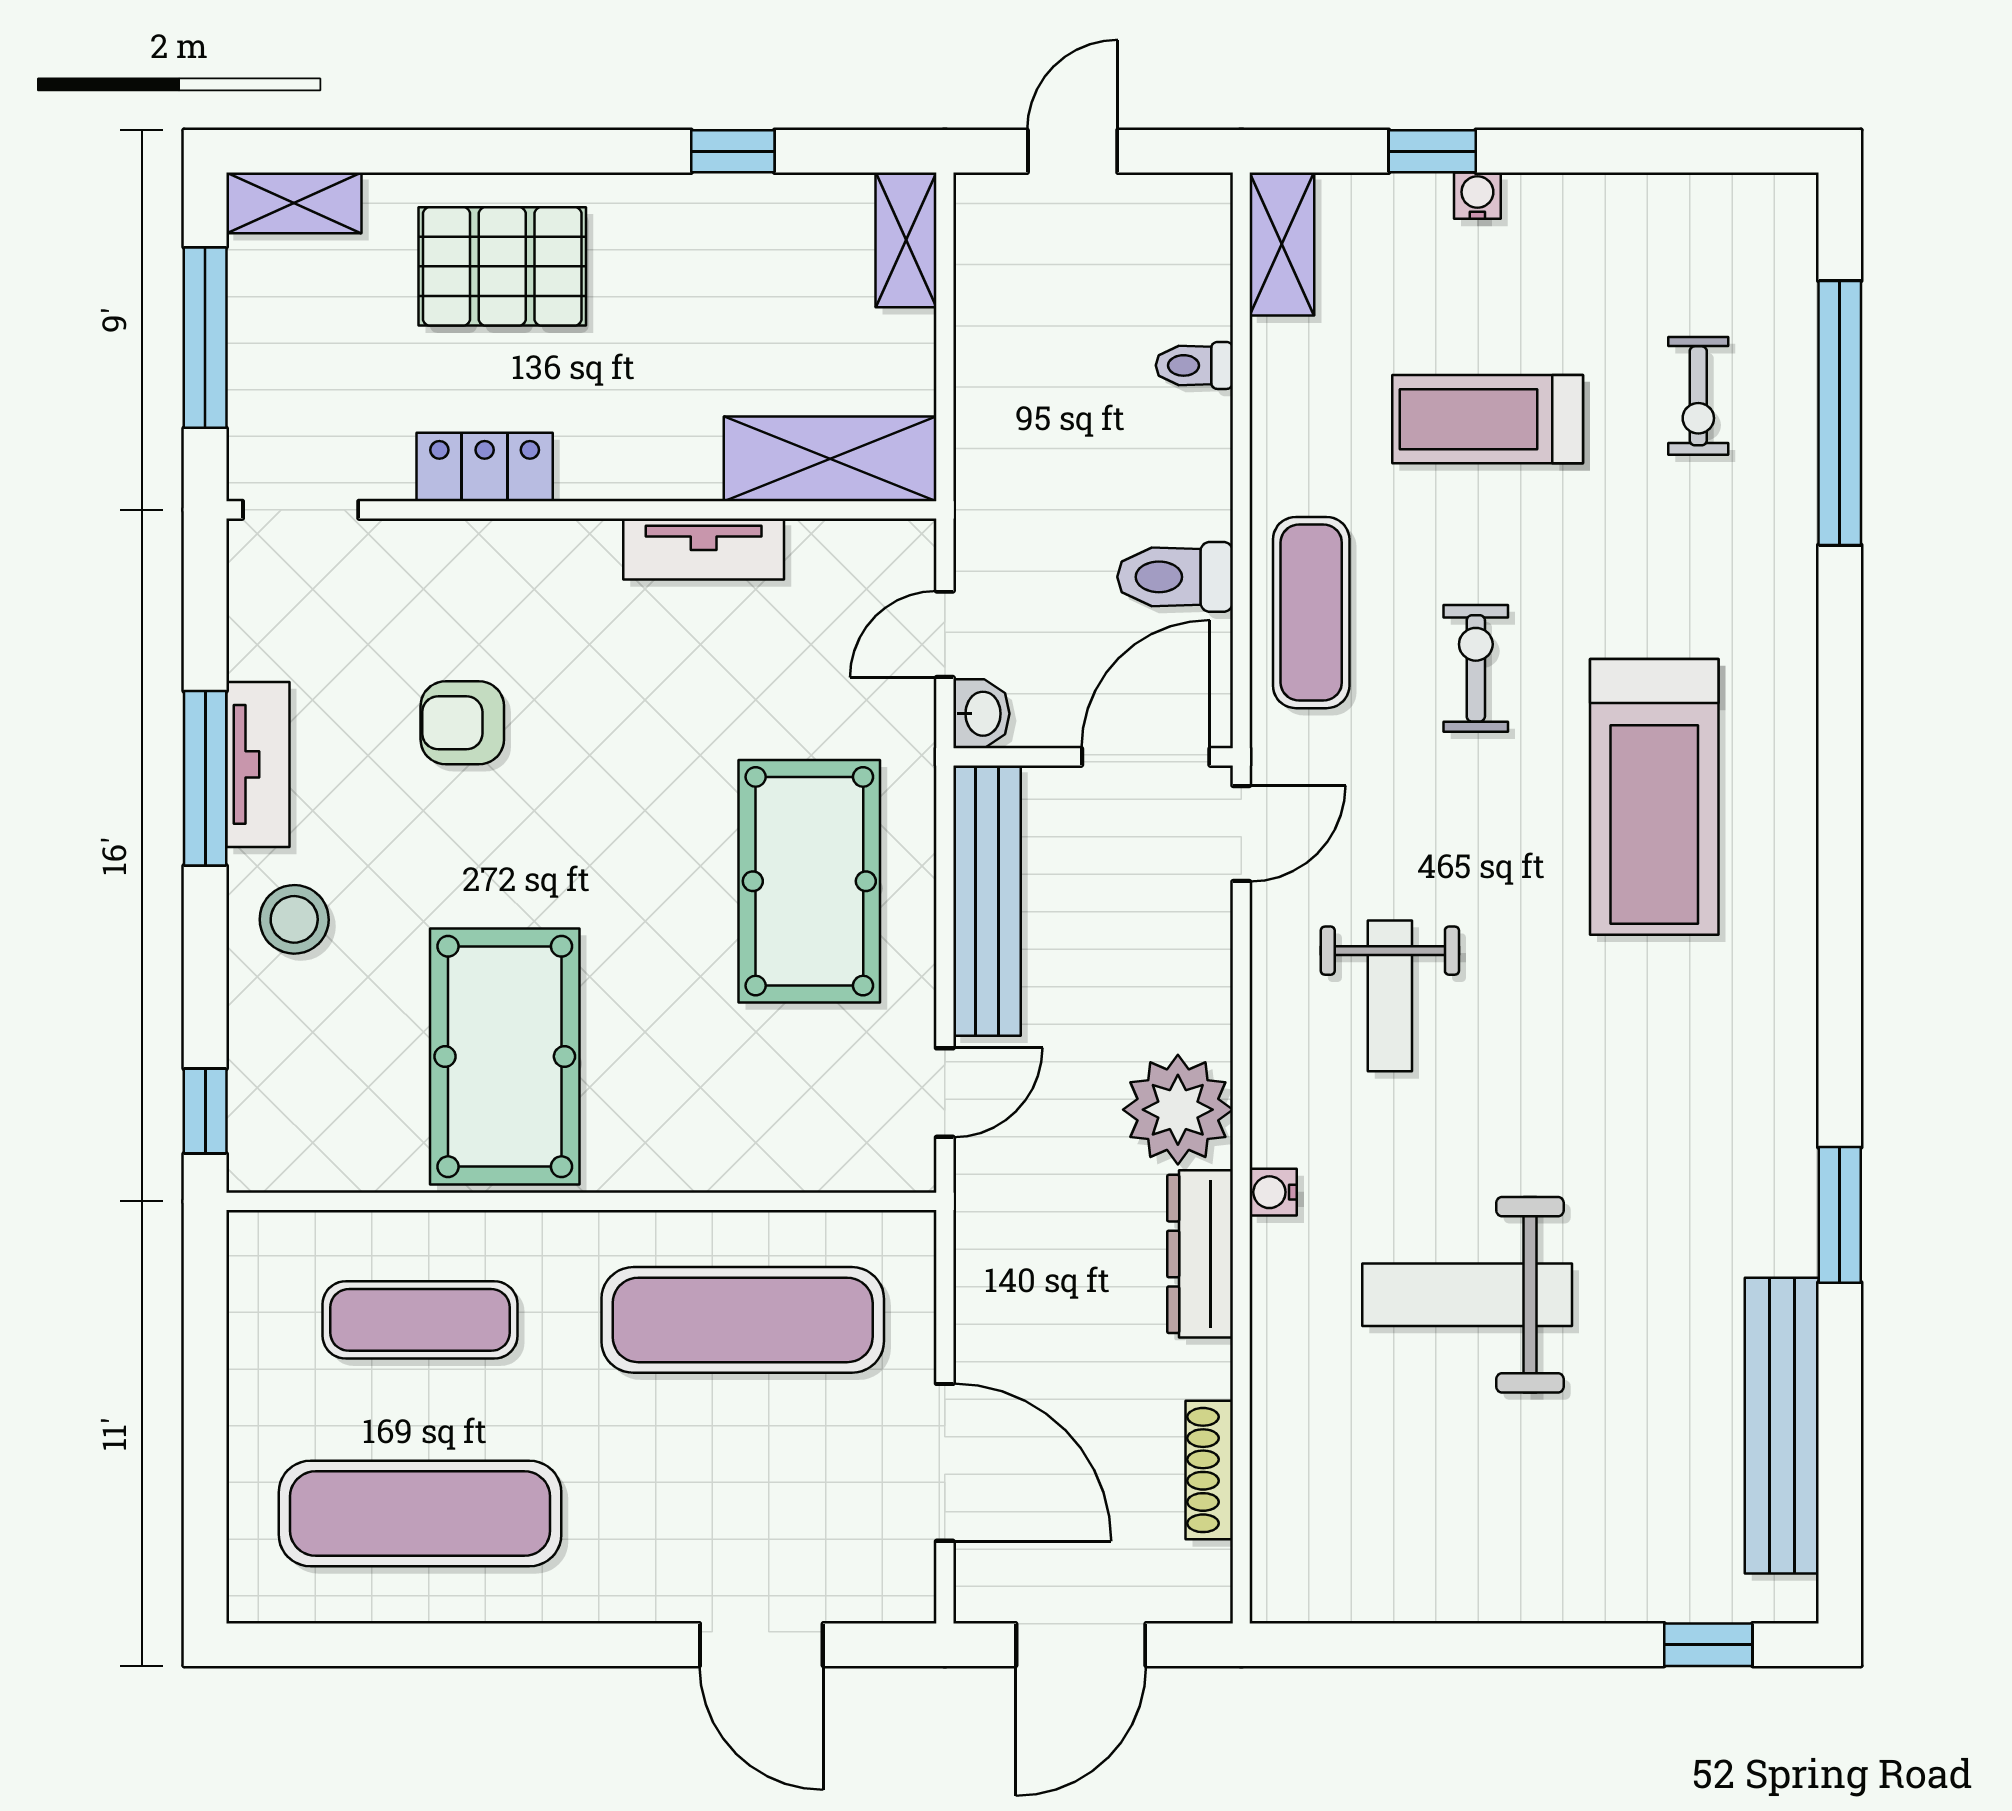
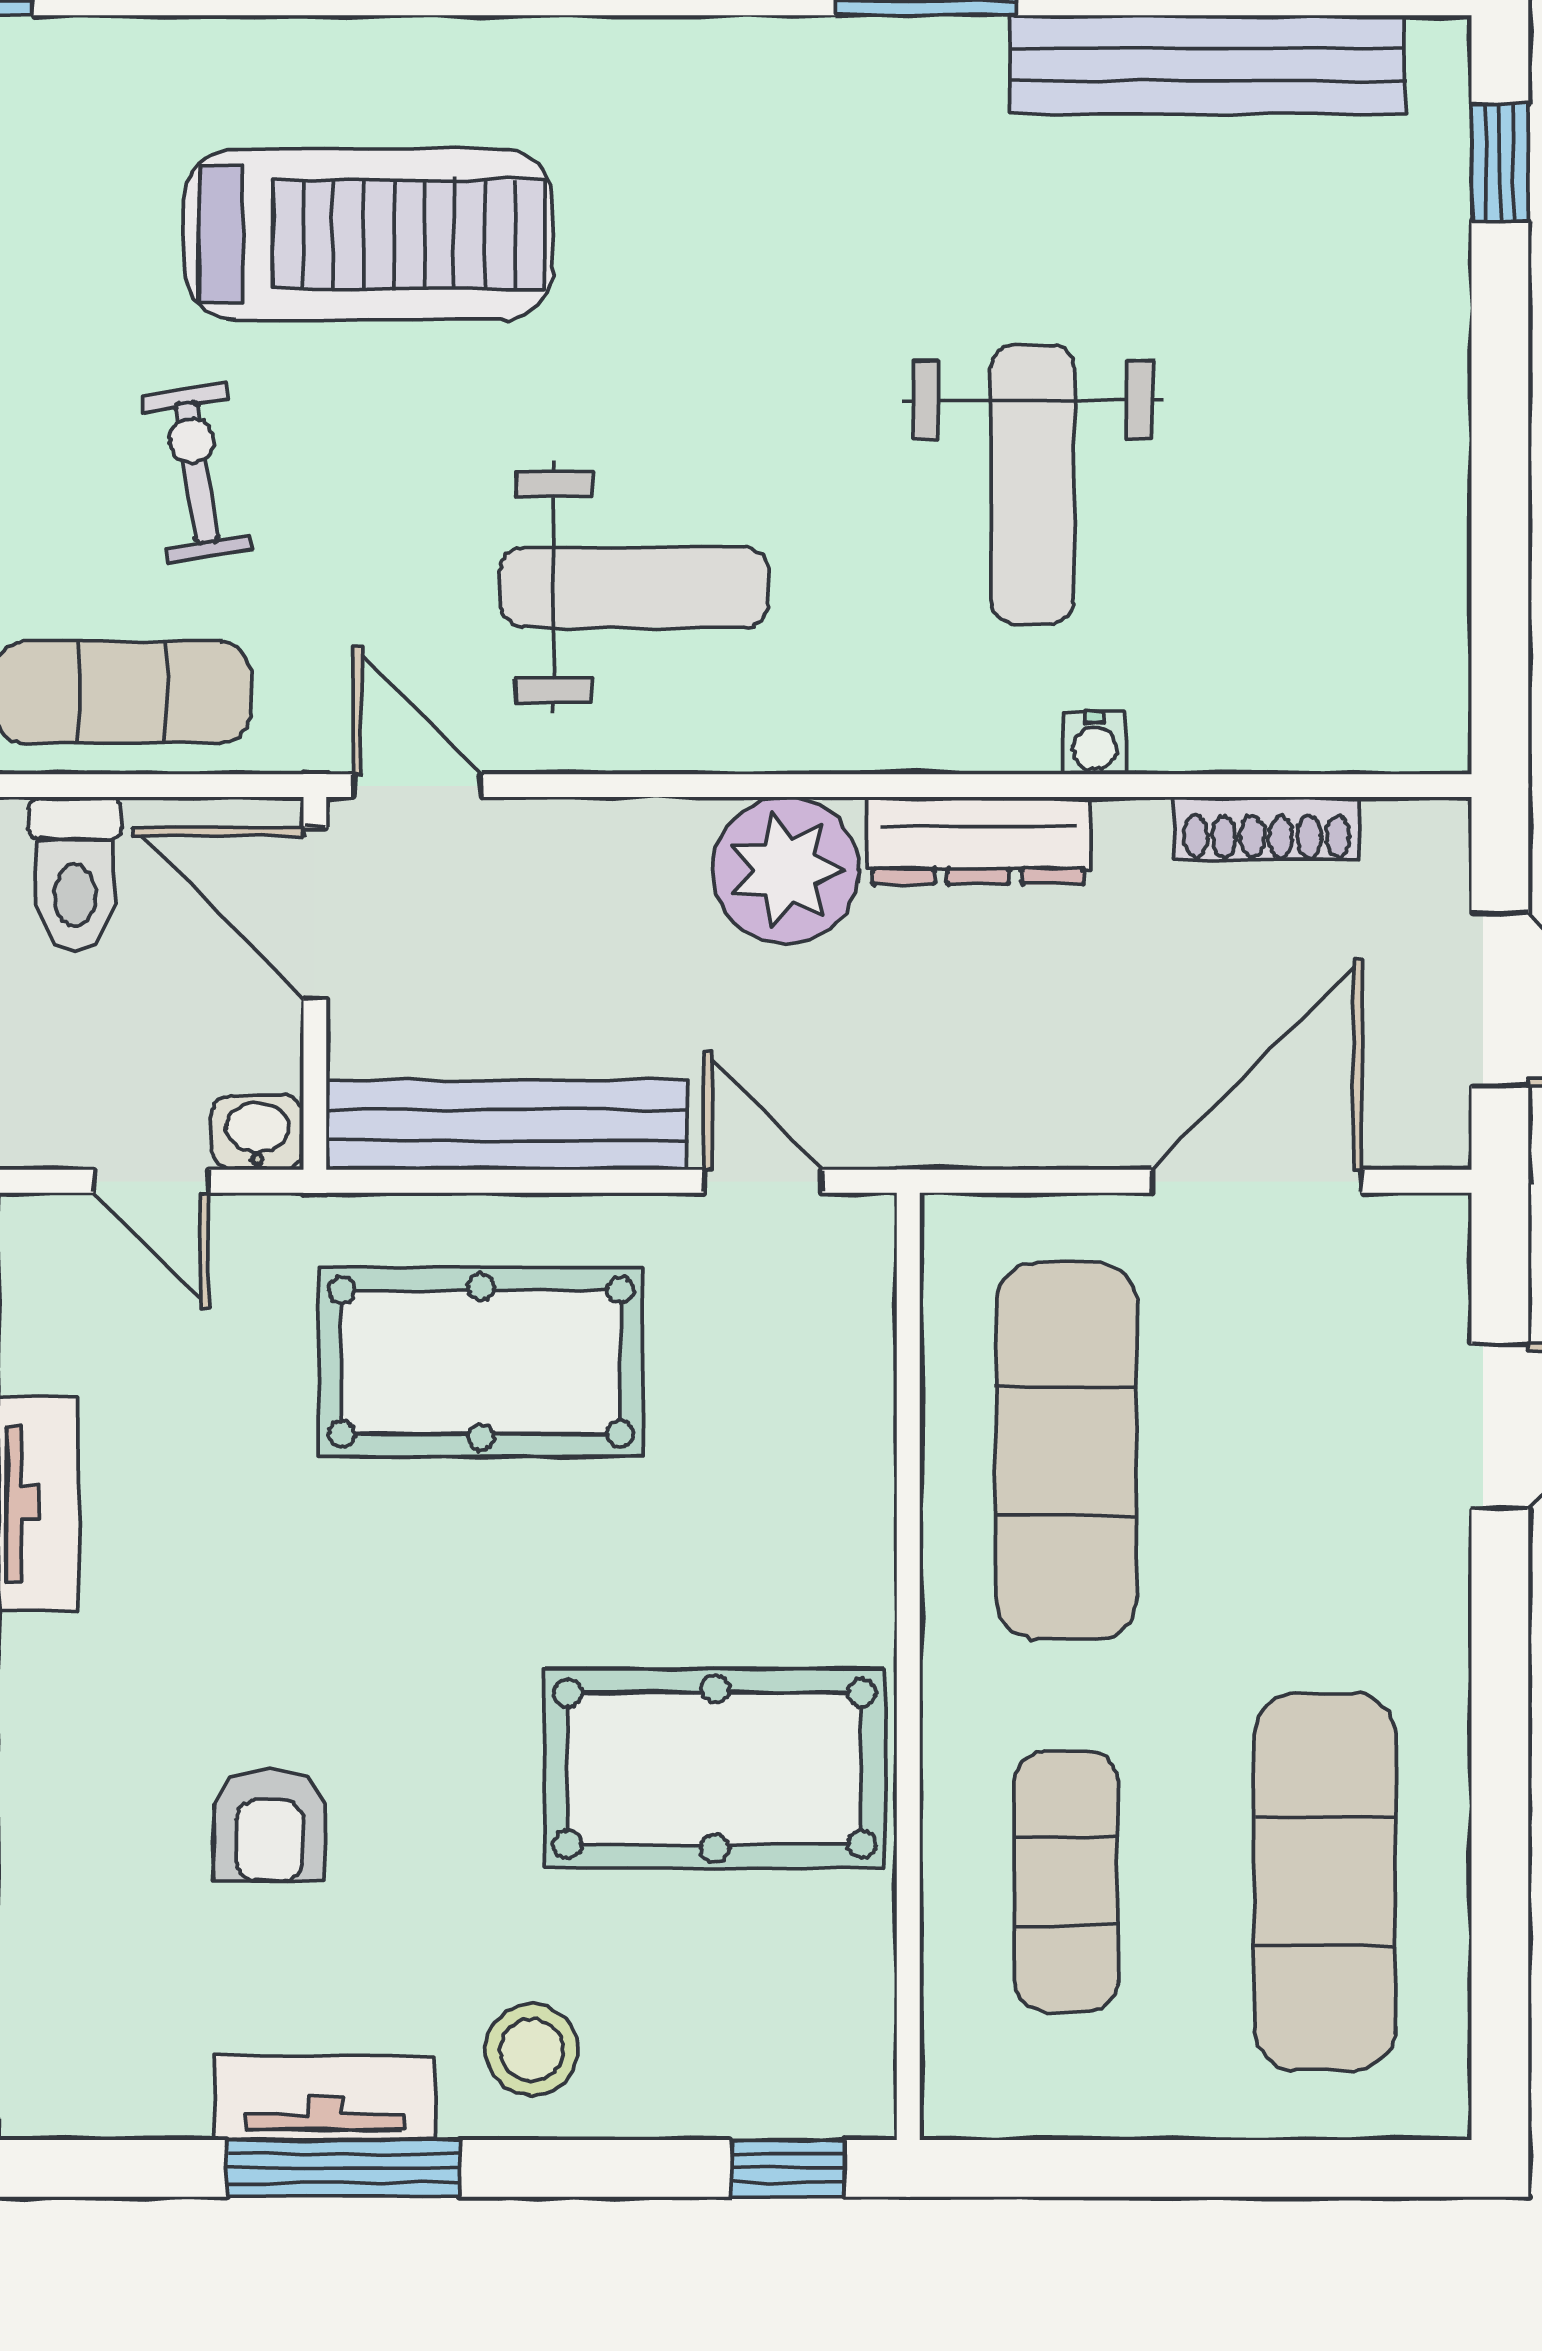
exercise bike: (1476, 668) -> (197, 473), turned 81
weight bench: (1390, 996) -> (634, 587), width x1.36, depth x1.33
water cooler: (1273, 1192) -> (1095, 743), moved

